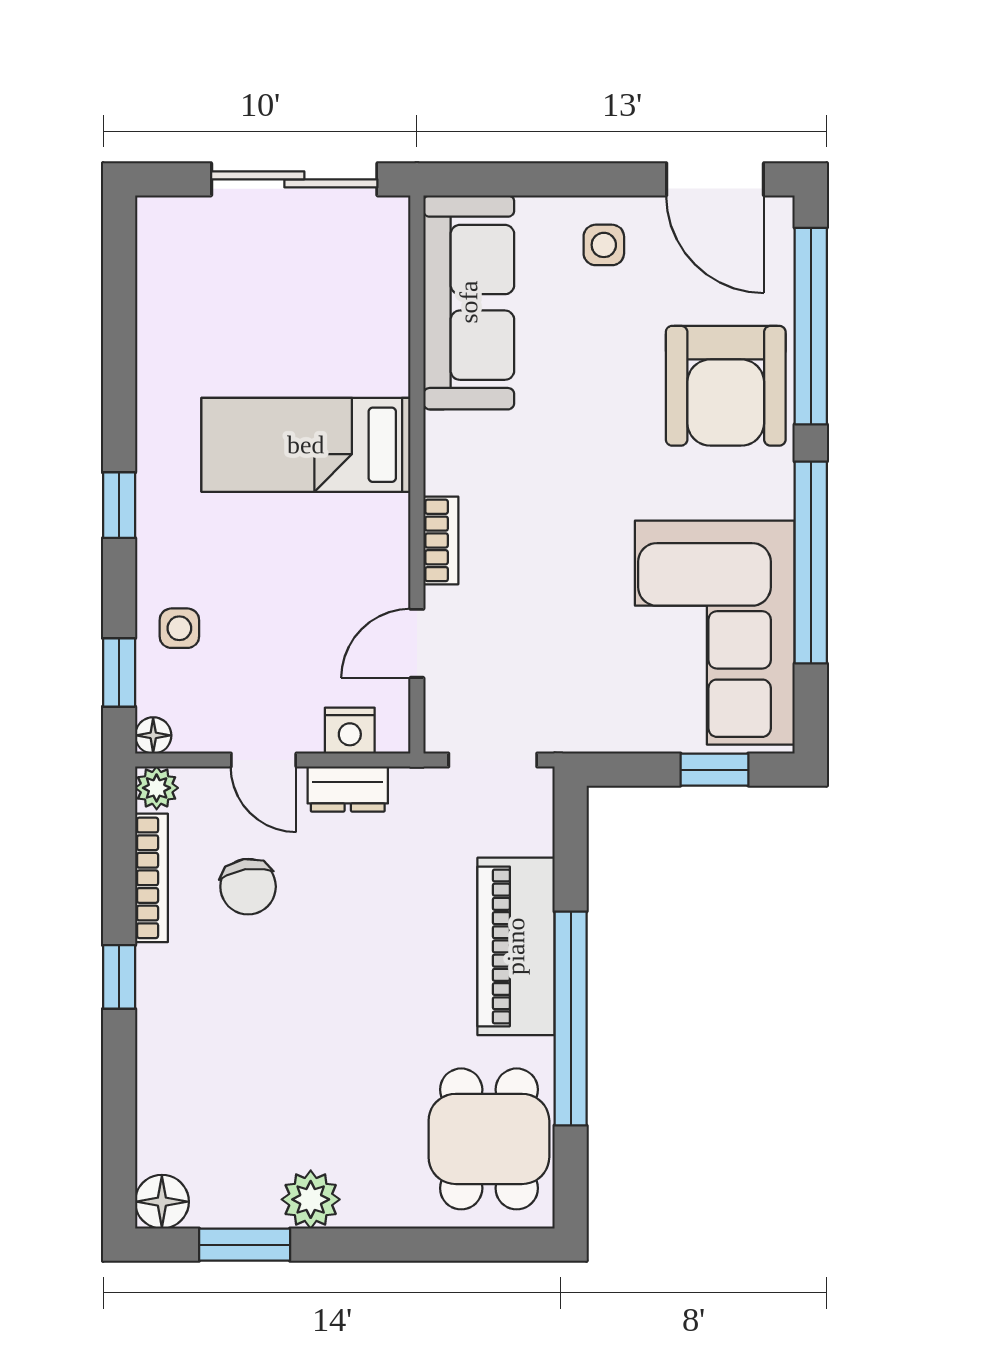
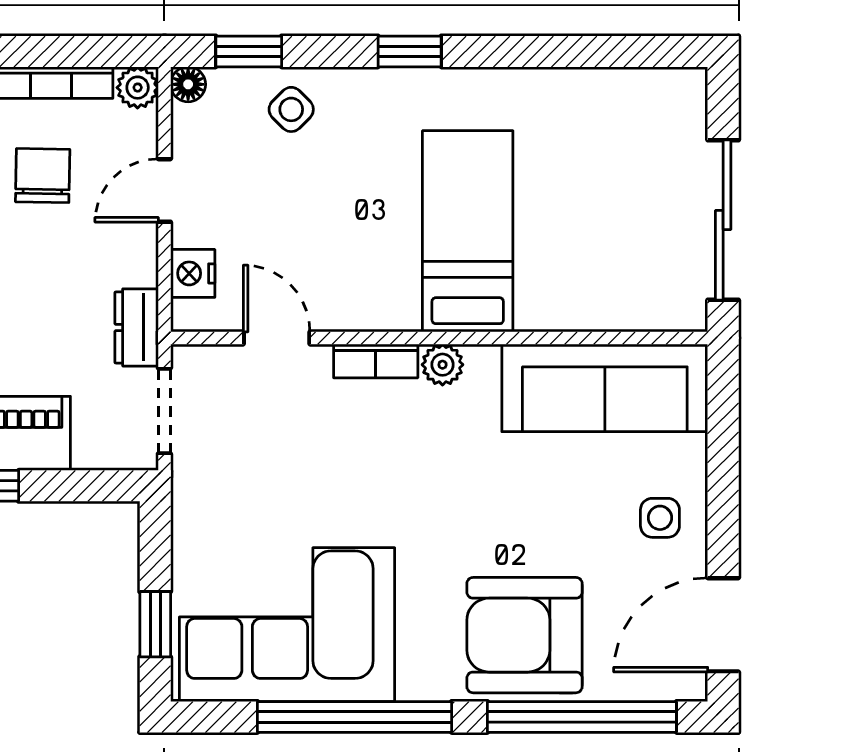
plant: (445, 471) -> (443, 365), added
side table: (179, 628) -> (291, 109), turned 45
dresser: (348, 789) -> (137, 327), moved
chair: (248, 887) -> (43, 176), turned 100

